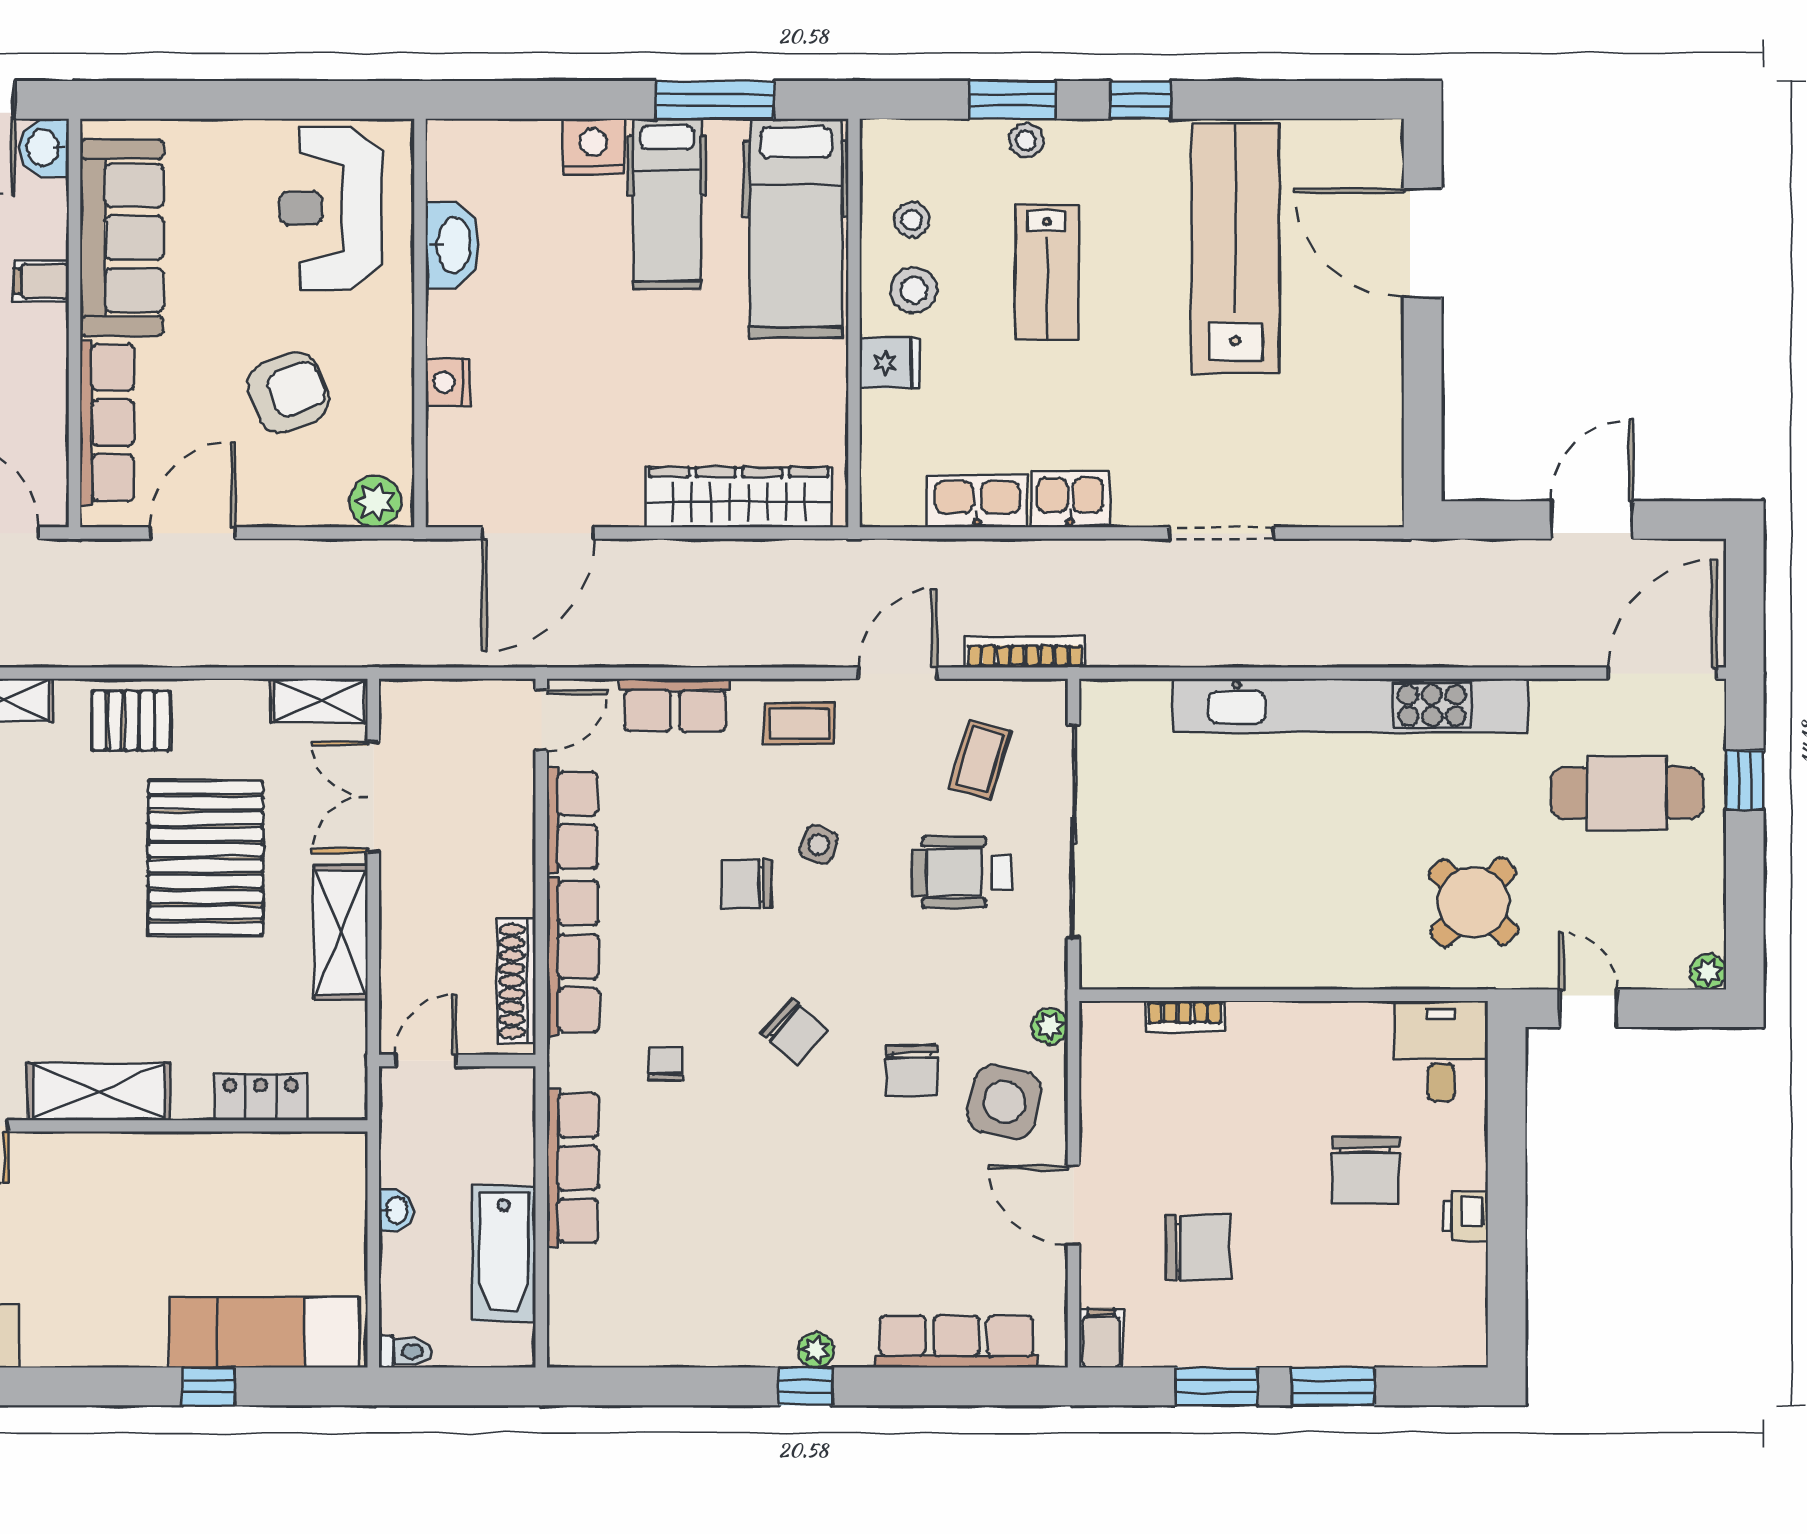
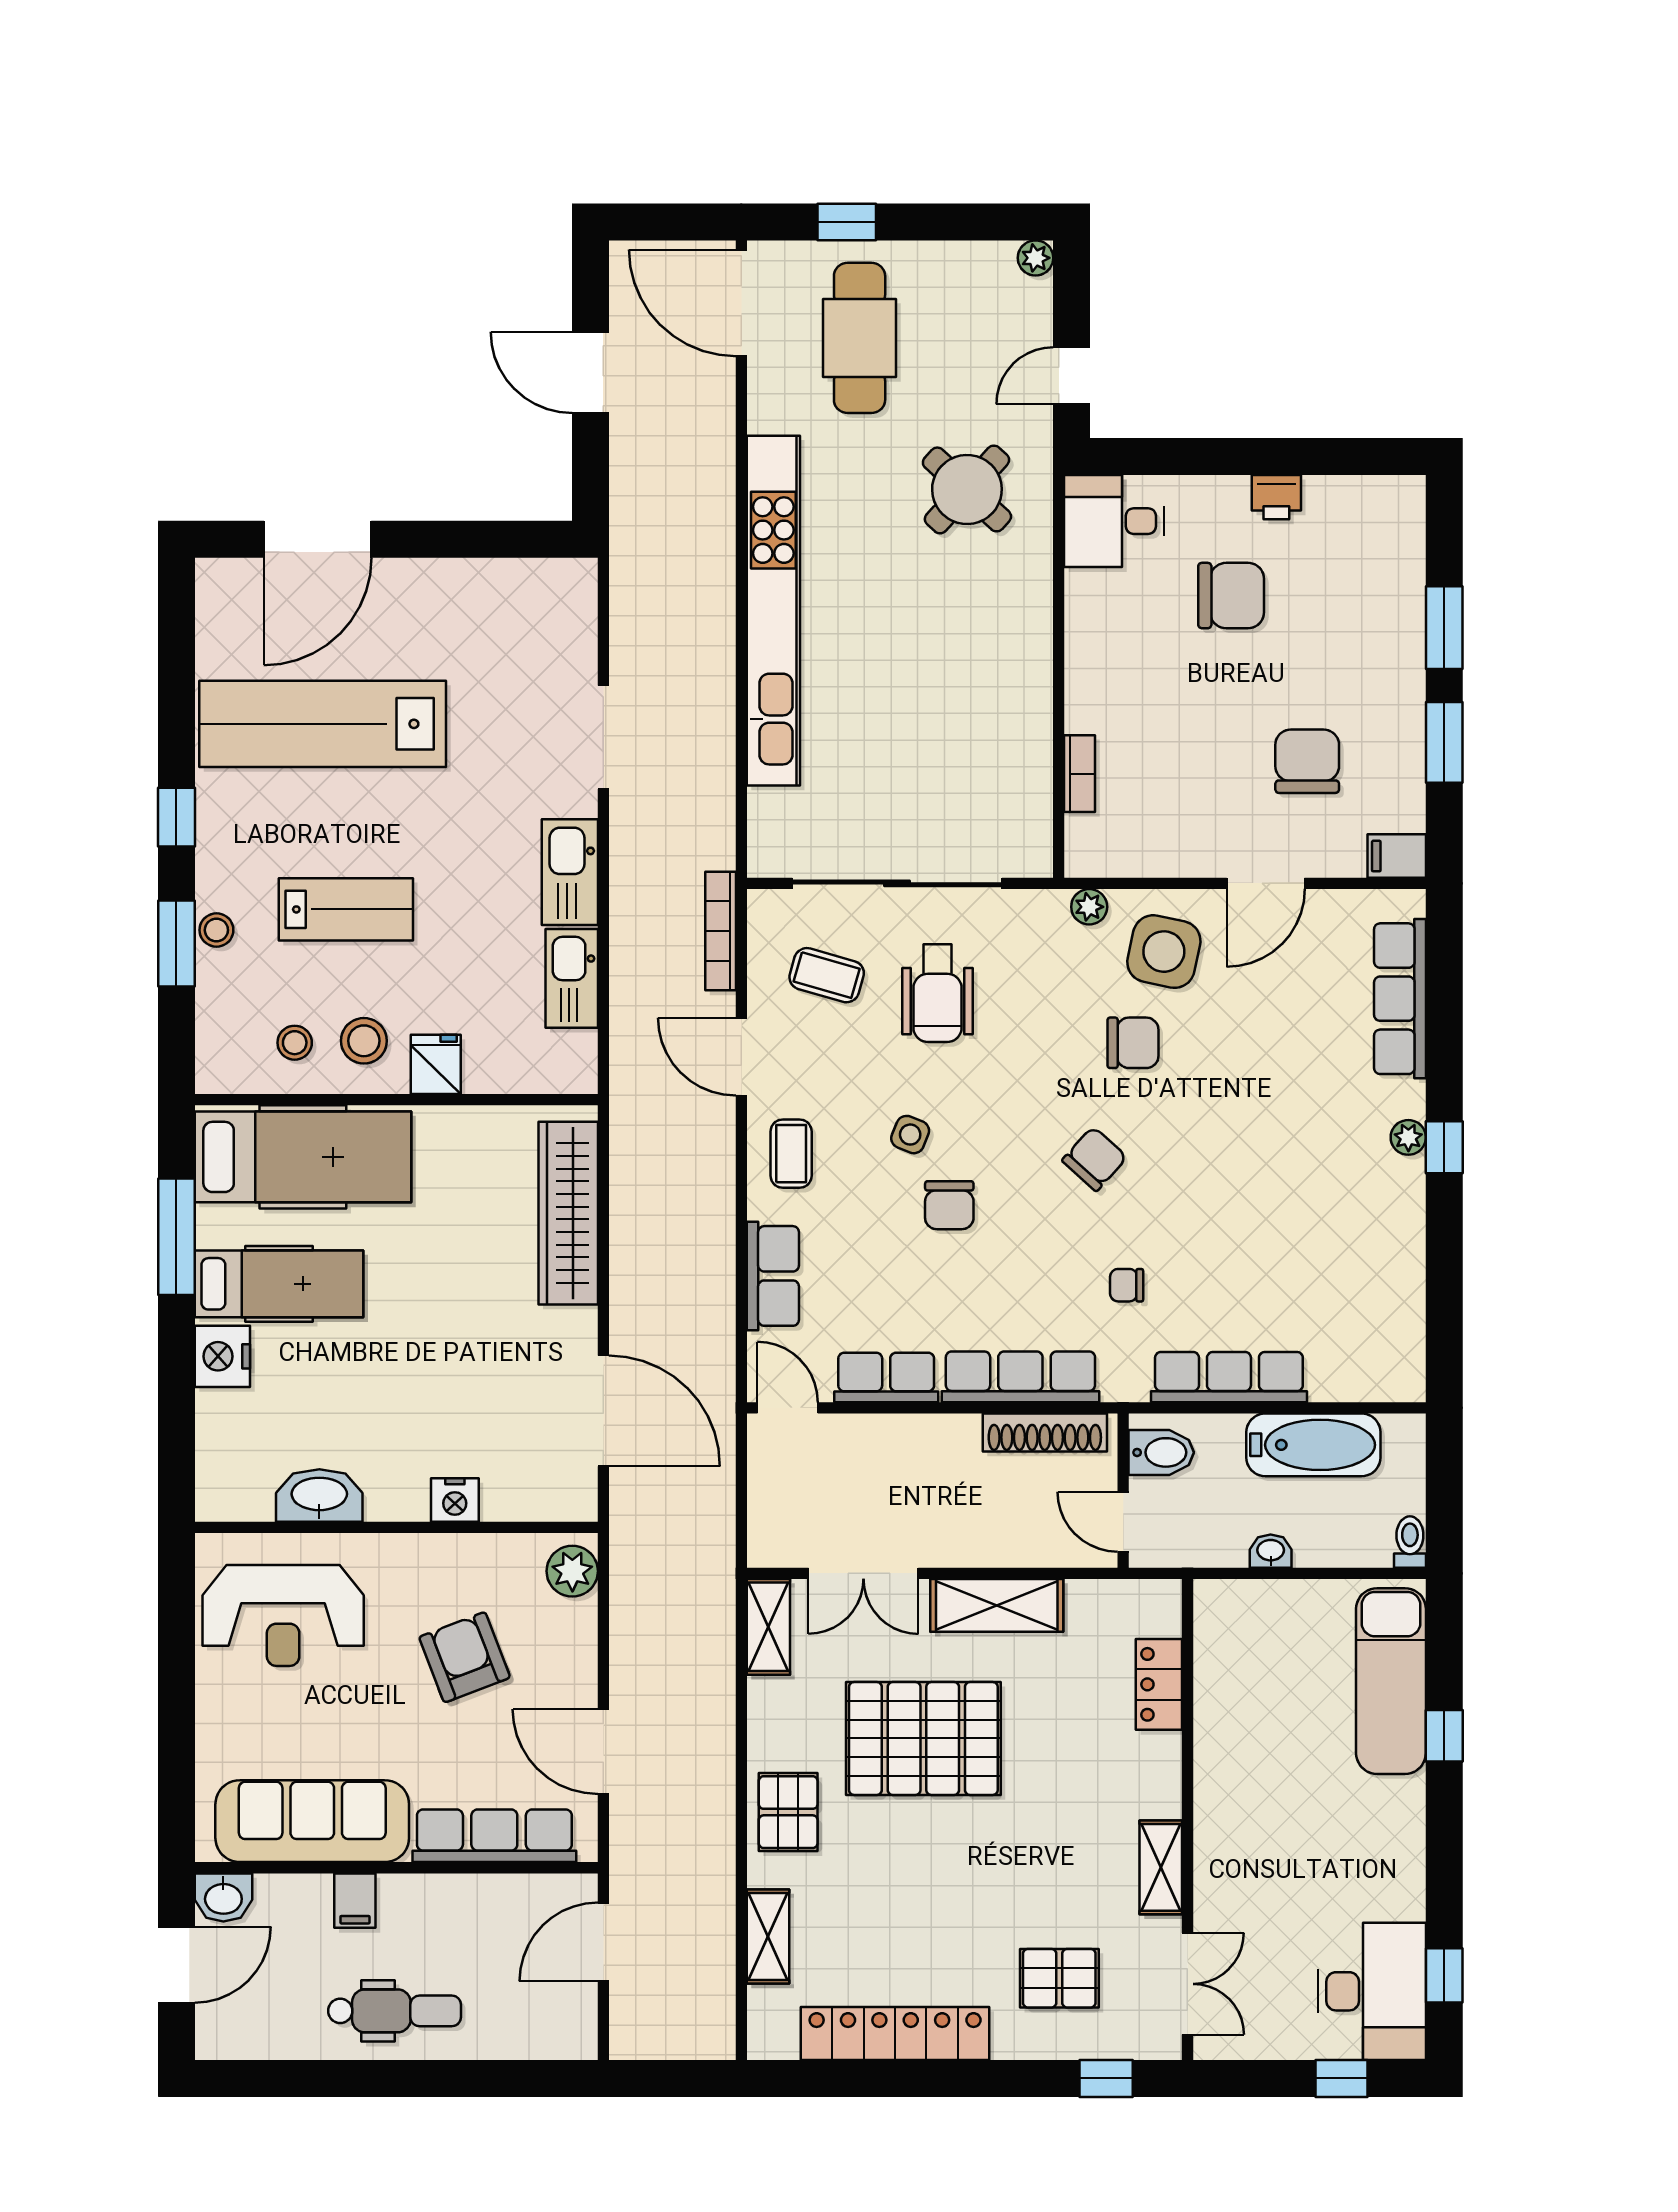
kitchen sink: (1070, 499) -> (570, 872), width x1.38
shelving: (99, 1092) -> (1161, 1867), width x0.67, depth x0.75
bidet: (496, 1099) -> (1161, 1452), added

